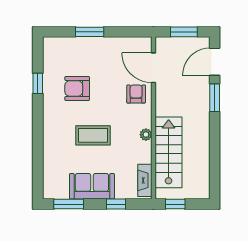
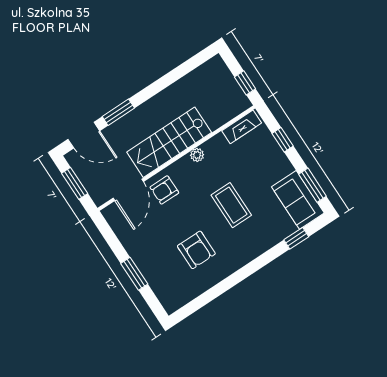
window: (38, 83) -> (296, 238), moved
stairs: (169, 152) -> (169, 142), moved
sofa: (92, 186) -> (298, 200), moved

